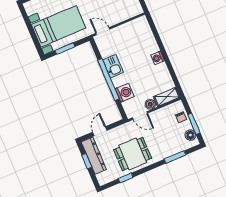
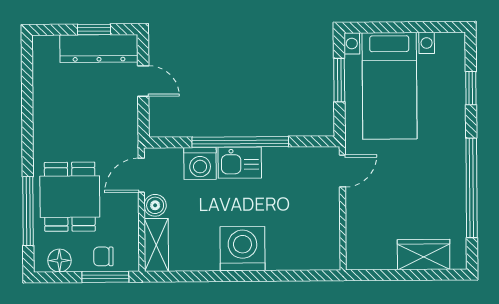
washing machine: (158, 58) -> (243, 249), width x1.89, depth x1.89
kitchen sink: (113, 66) -> (240, 163), moved
window: (194, 124) -> (105, 277), moved
dining table: (133, 154) -> (70, 197), moved
window: (175, 157) -> (28, 211), width x1.44
window: (126, 178) -> (27, 94), removed

